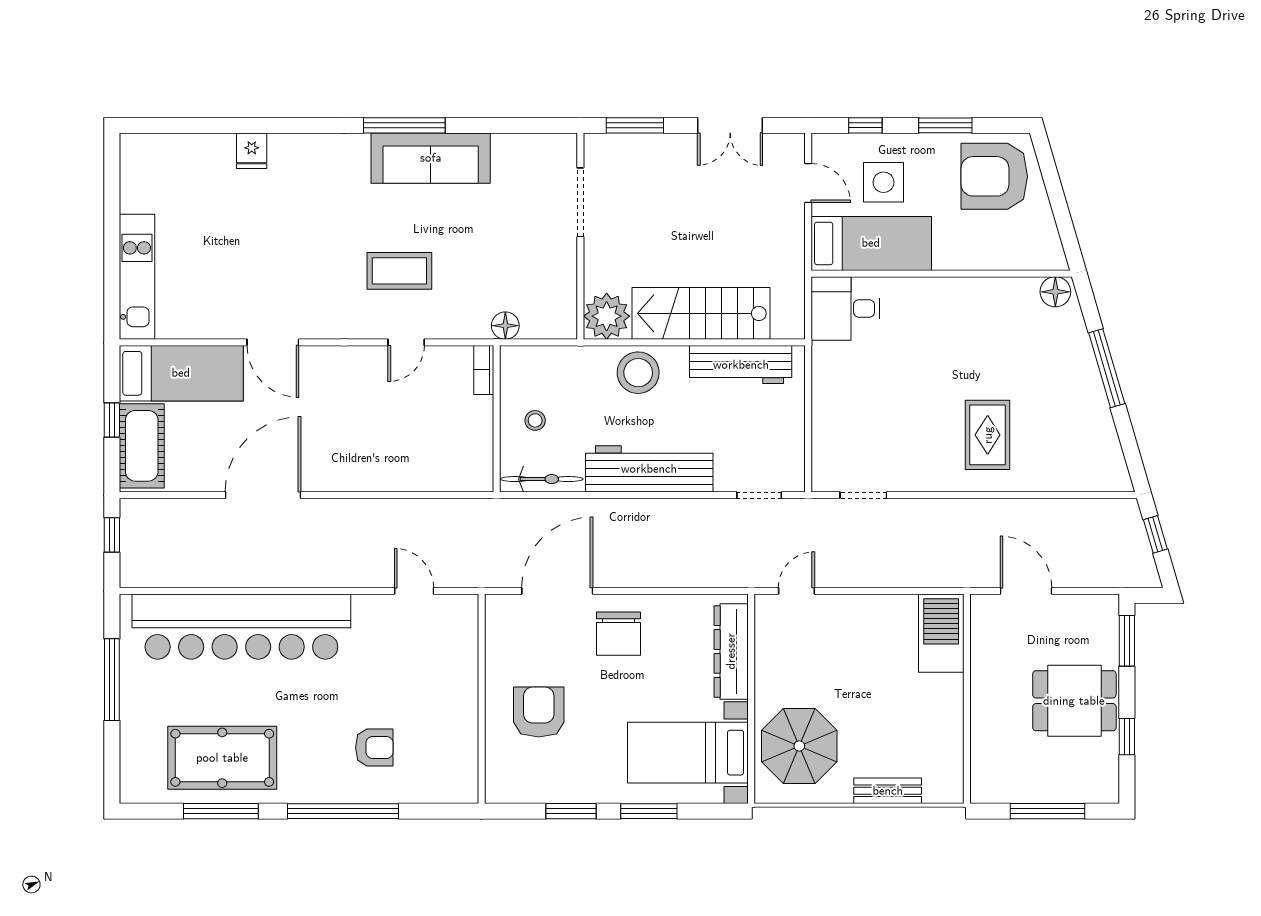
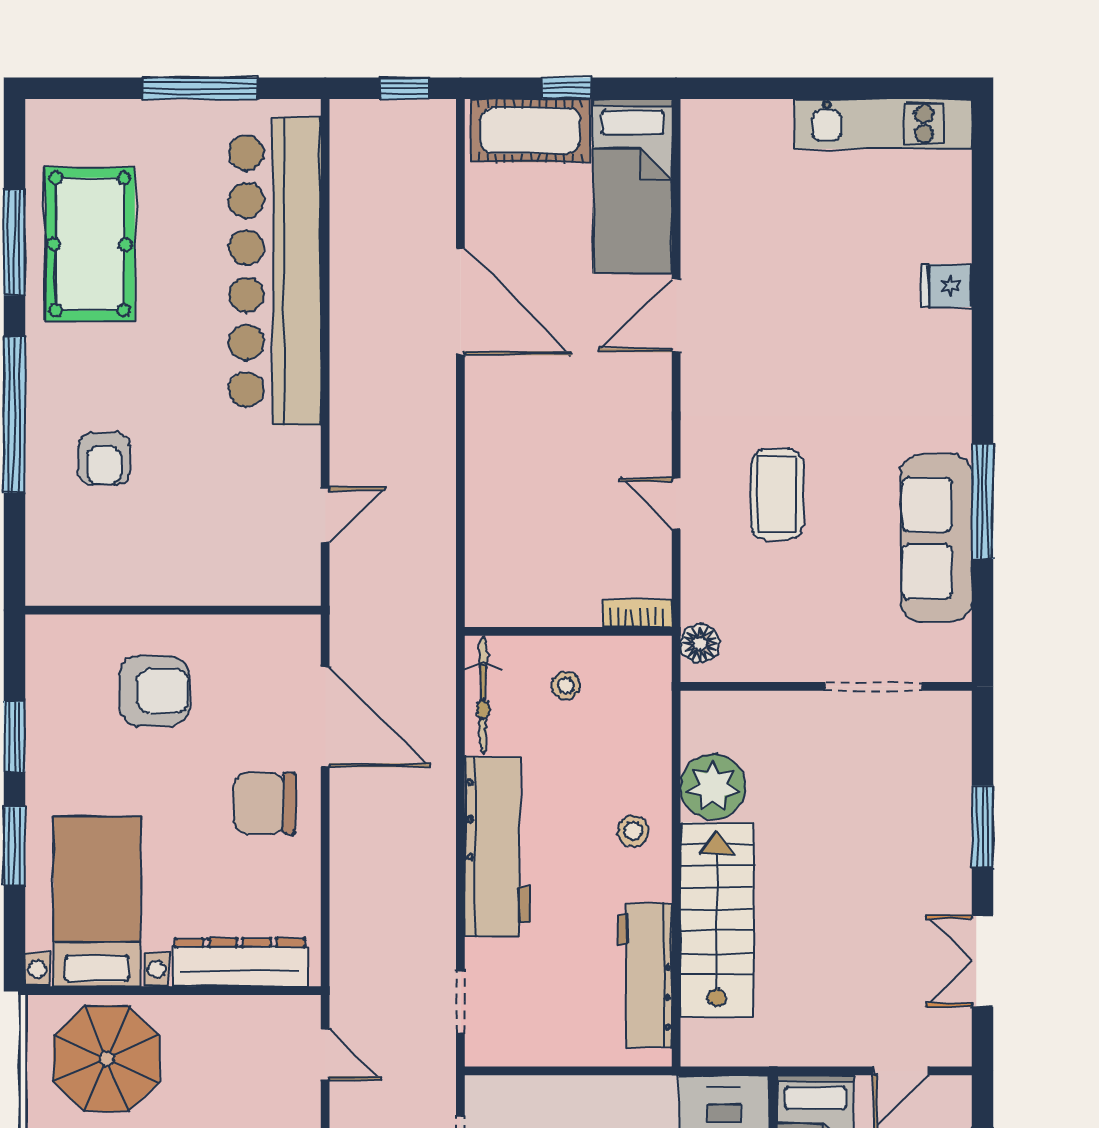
doorway: (580, 202) -> (874, 686), moved
wall: (580, 236) -> (826, 686), moved
kitchen unit: (137, 277) -> (883, 124), moved
stool: (638, 373) -> (633, 831), width x0.53, depth x0.53

